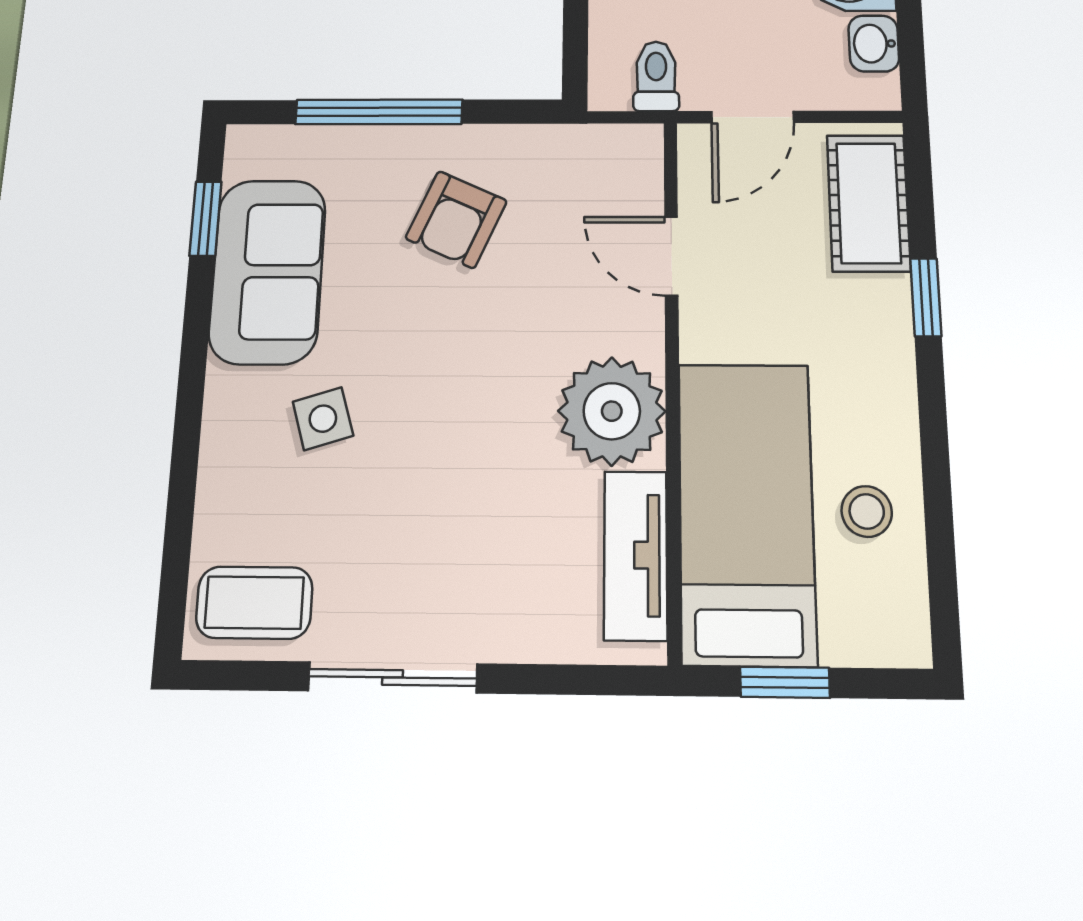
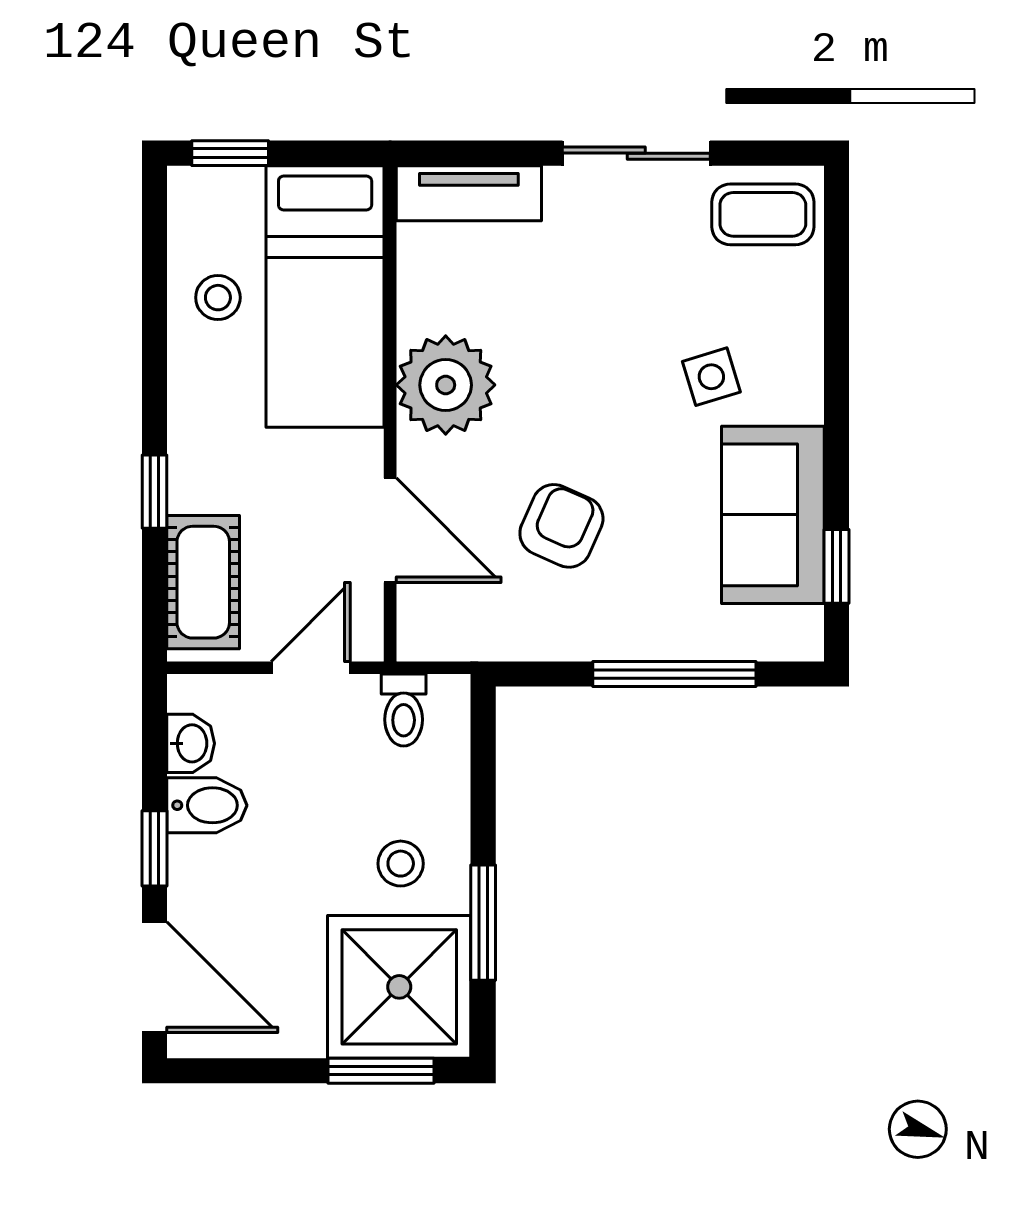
armchair: (456, 219) -> (561, 526), moved
door: (671, 256) -> (390, 530), width x1.37
tv unit: (636, 555) -> (469, 193), moved, turned 90
window: (785, 682) -> (230, 153), moved

